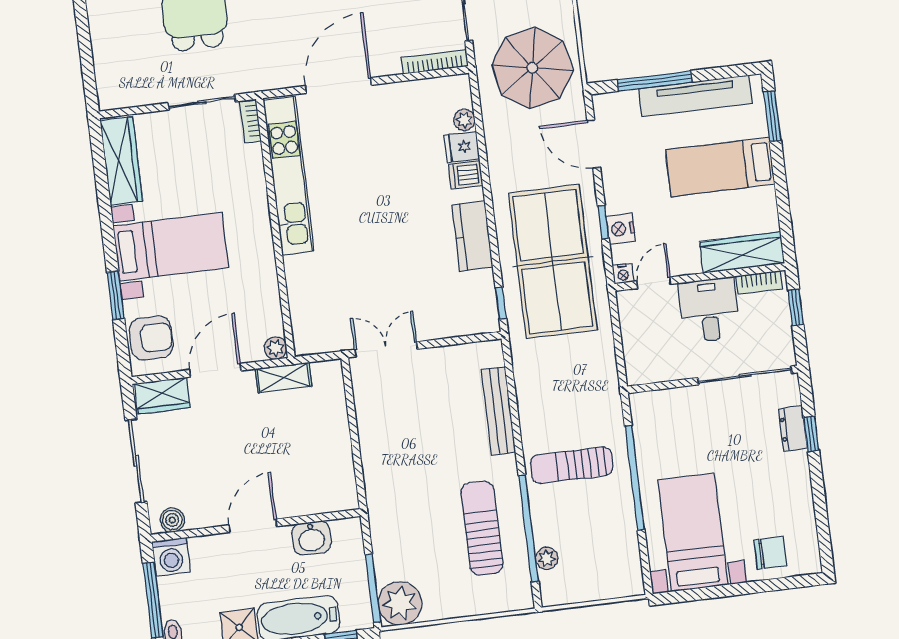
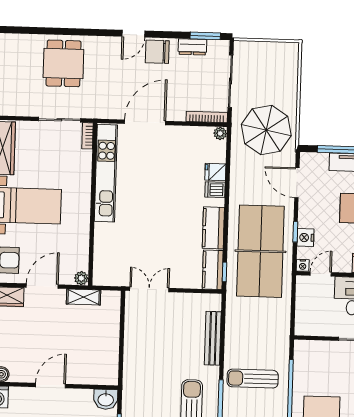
plant: (464, 120) -> (220, 133), moved
kitchen counter: (482, 303) -> (213, 270), added
washbasin: (311, 538) -> (106, 399), moved

